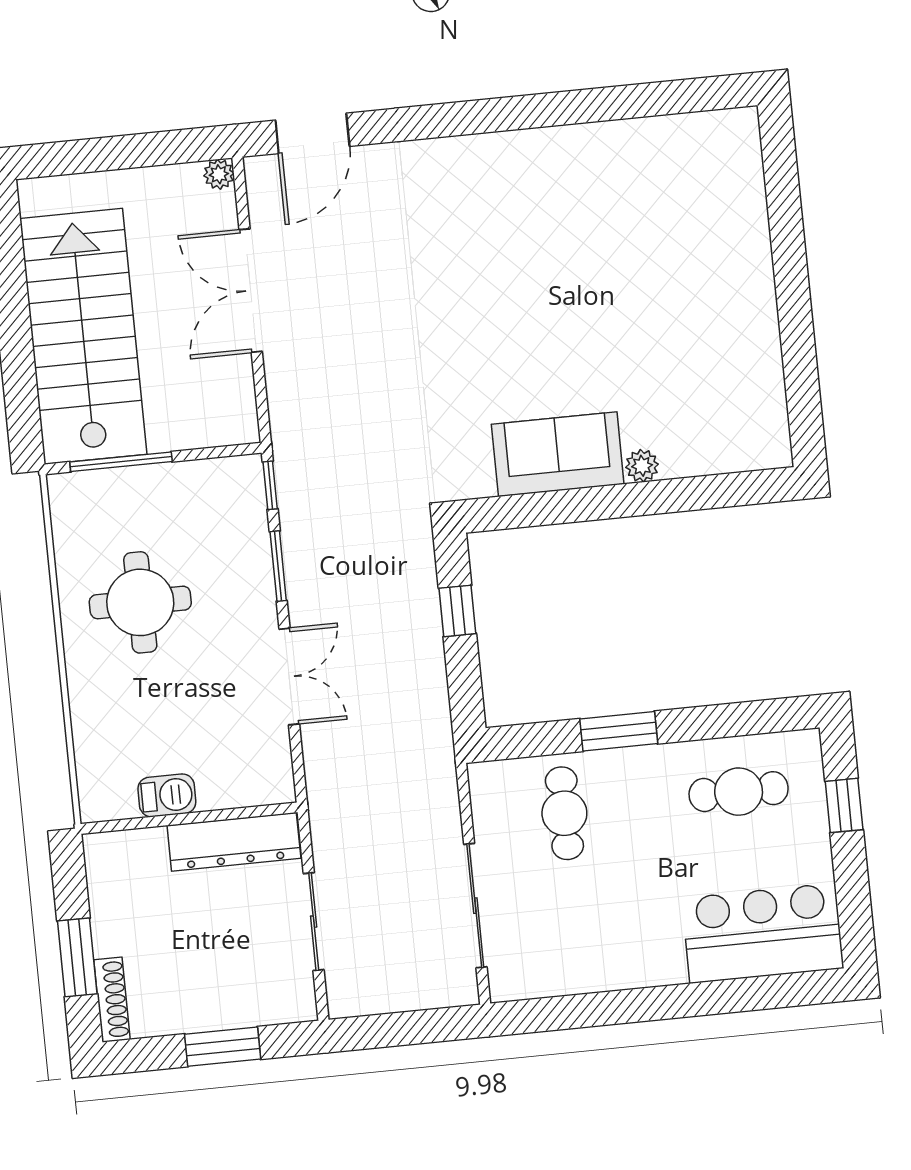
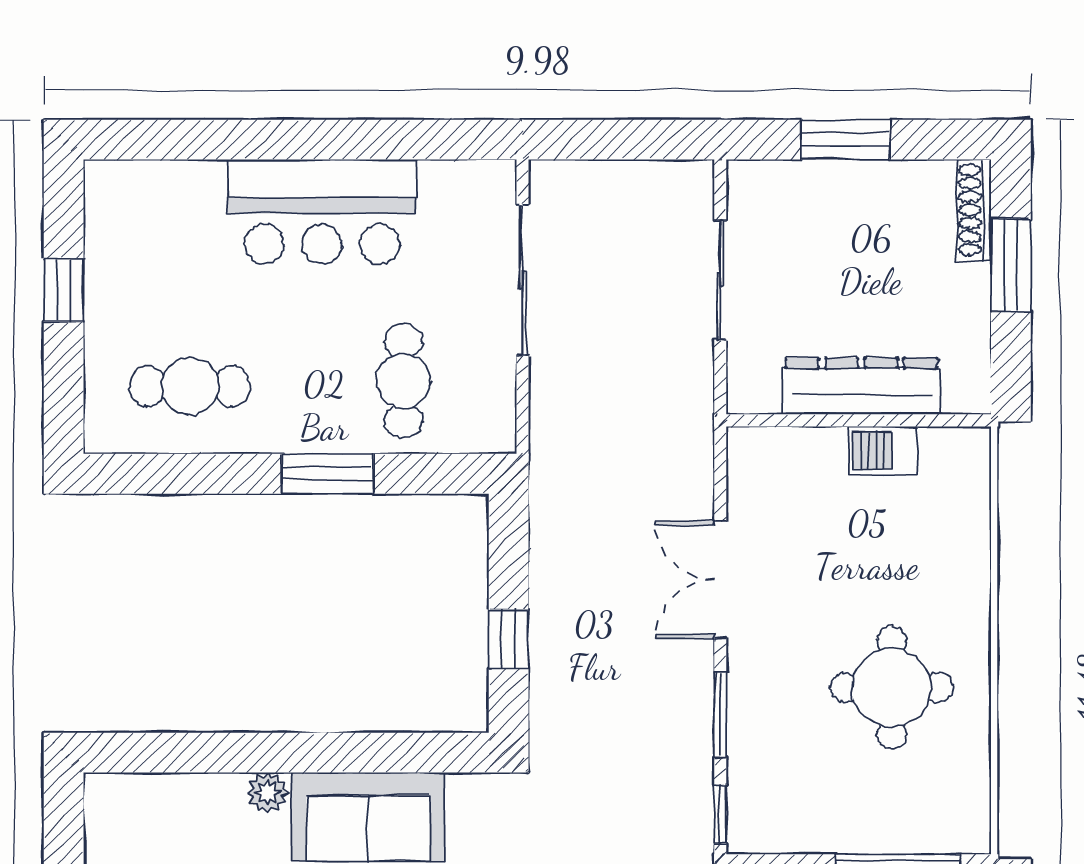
window: (844, 805) -> (64, 290), moved
dresser: (234, 842) -> (861, 386), moved
bar counter: (763, 933) -> (322, 212), moved

